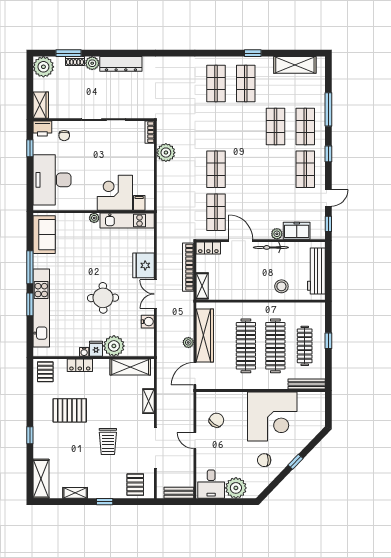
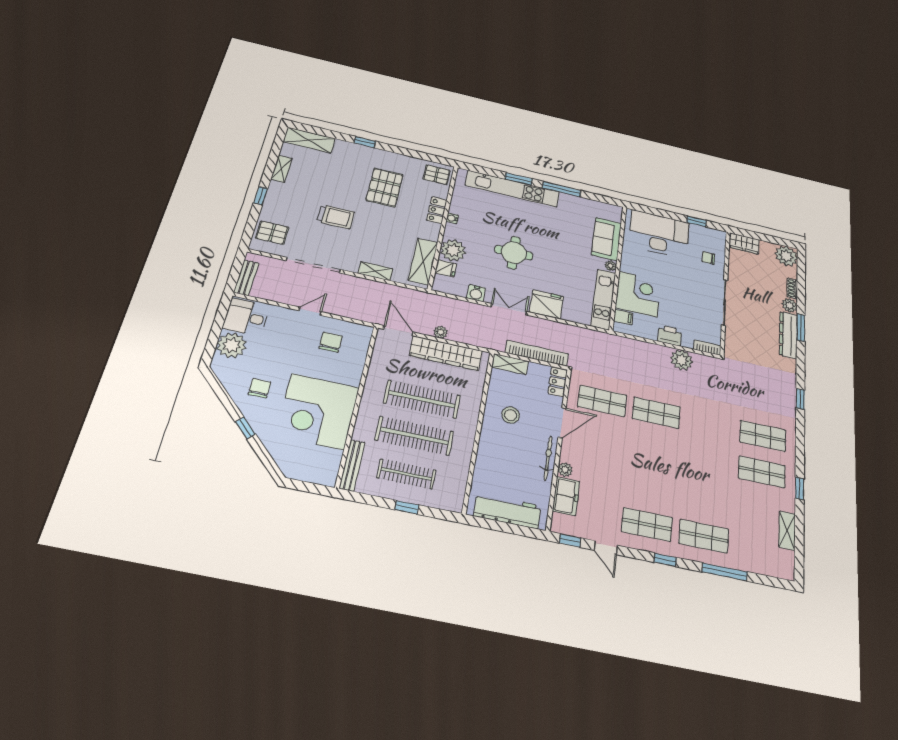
window: (69, 53) -> (801, 328), moved
window: (177, 53) -> (800, 399), added
shelving: (295, 65) -> (787, 531), width x0.67, depth x0.75
shop shelf: (276, 126) -> (706, 498), removed
printer: (42, 129) -> (670, 336), moved, turned 90
sofa: (44, 235) -> (606, 239), moved, turned 90
stool: (281, 286) -> (511, 415), moved
fridge: (96, 349) -> (446, 268), moved
chair: (216, 420) -> (331, 342), turned -125
trolley: (108, 441) -> (336, 217), turned 180

